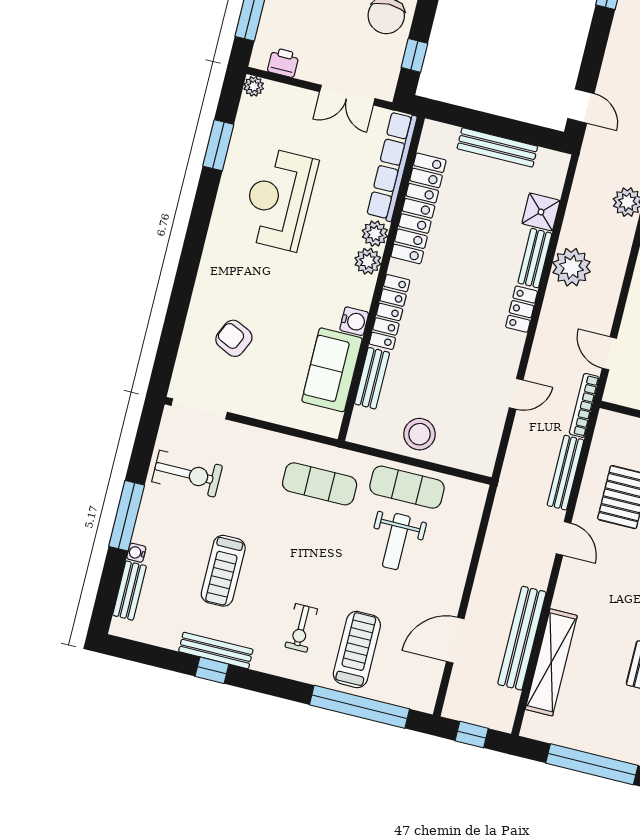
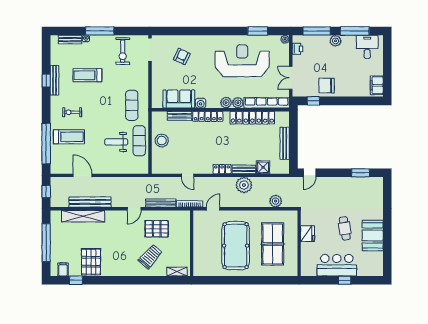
reception desk: (279, 199) -> (242, 61), width x1.36, depth x1.30

